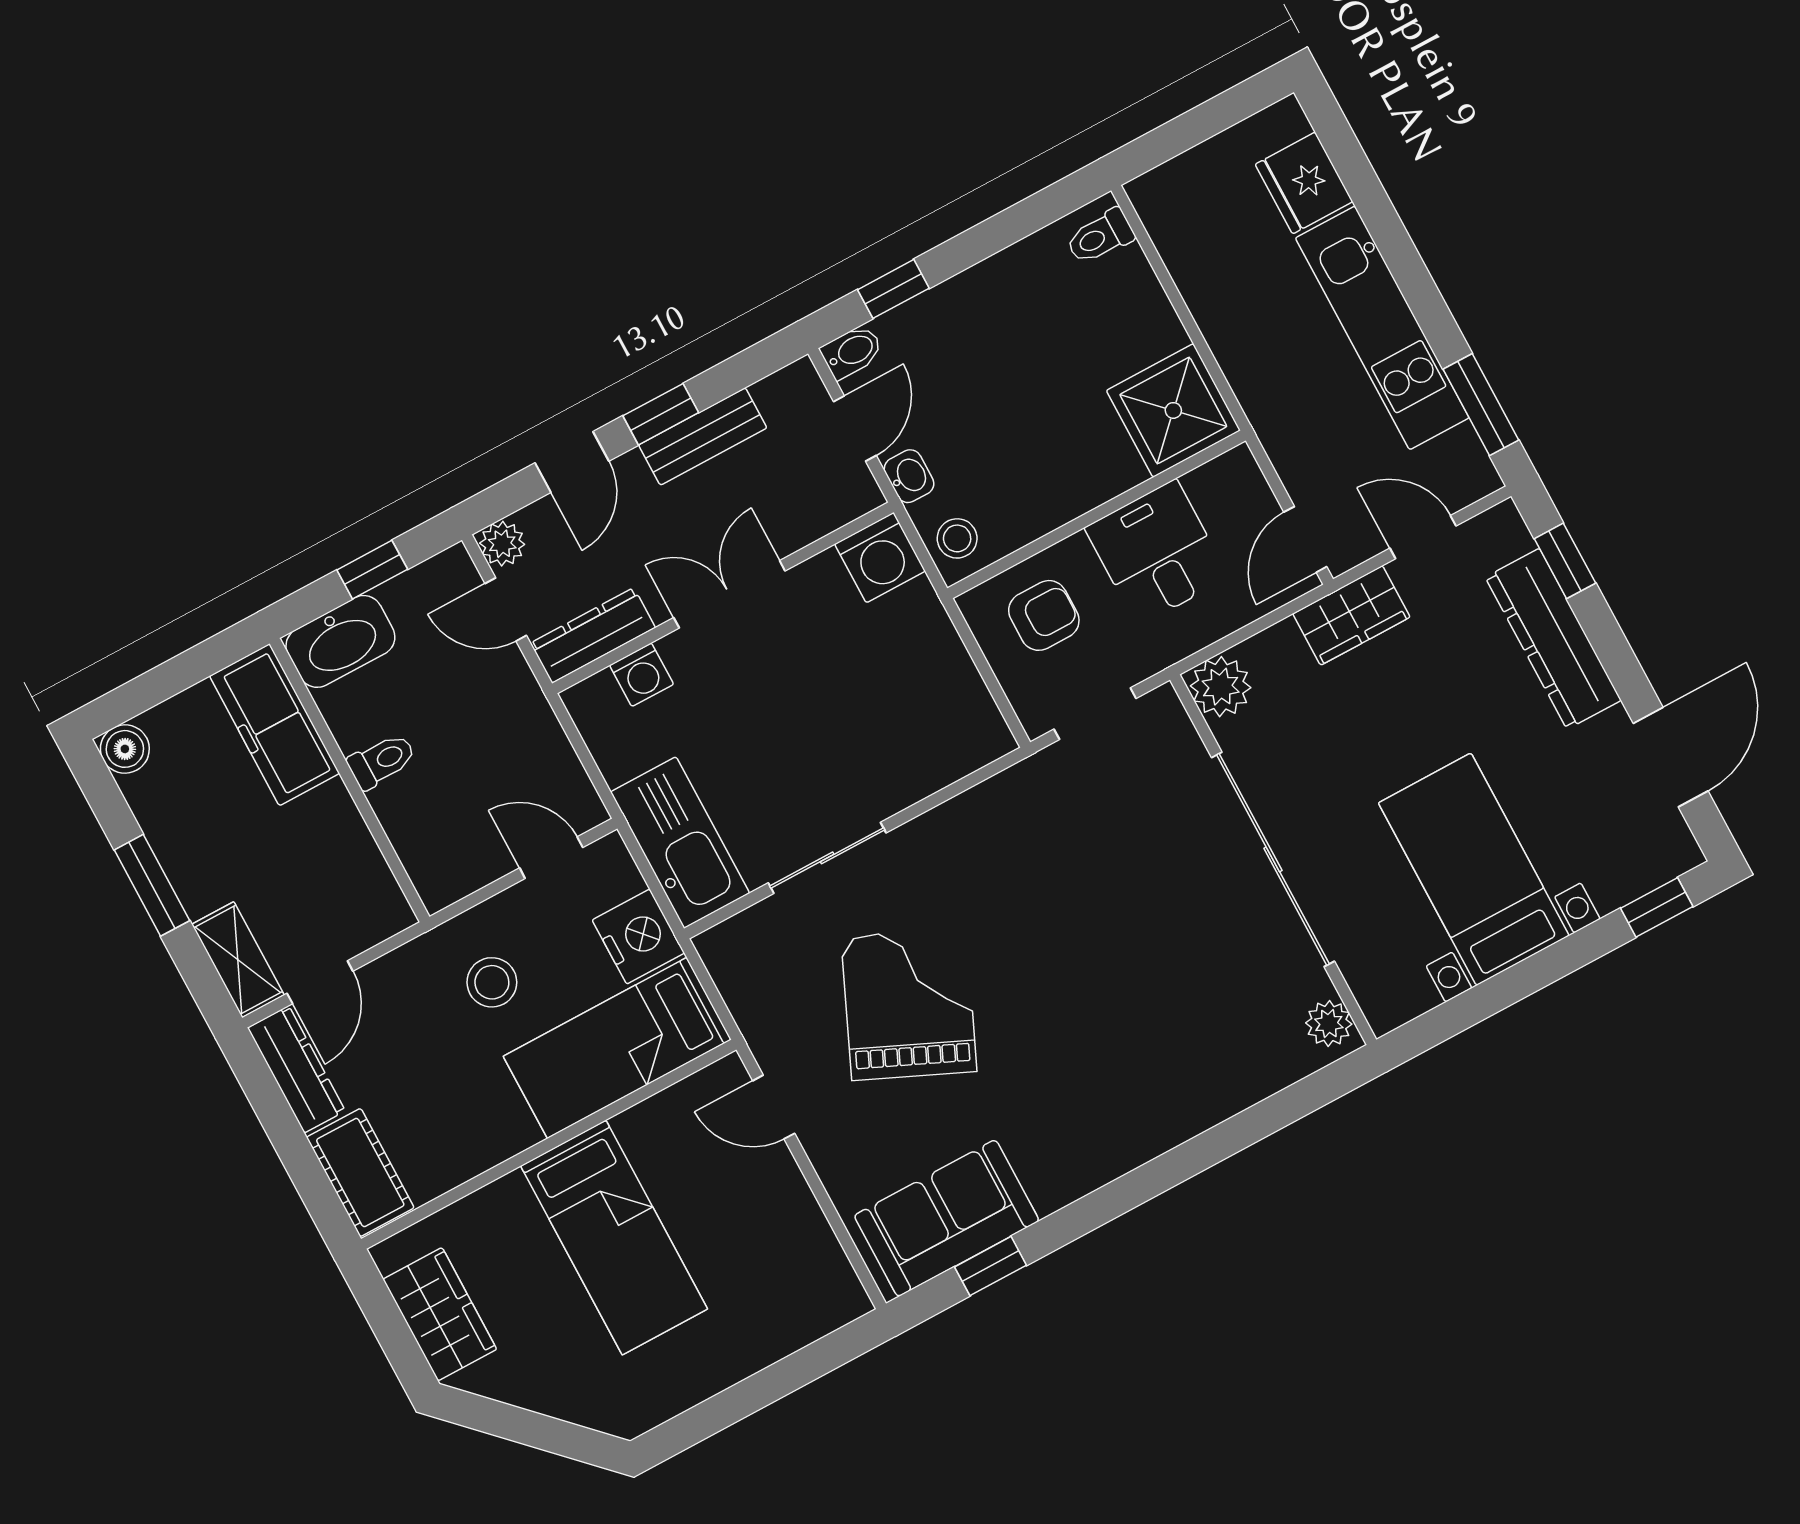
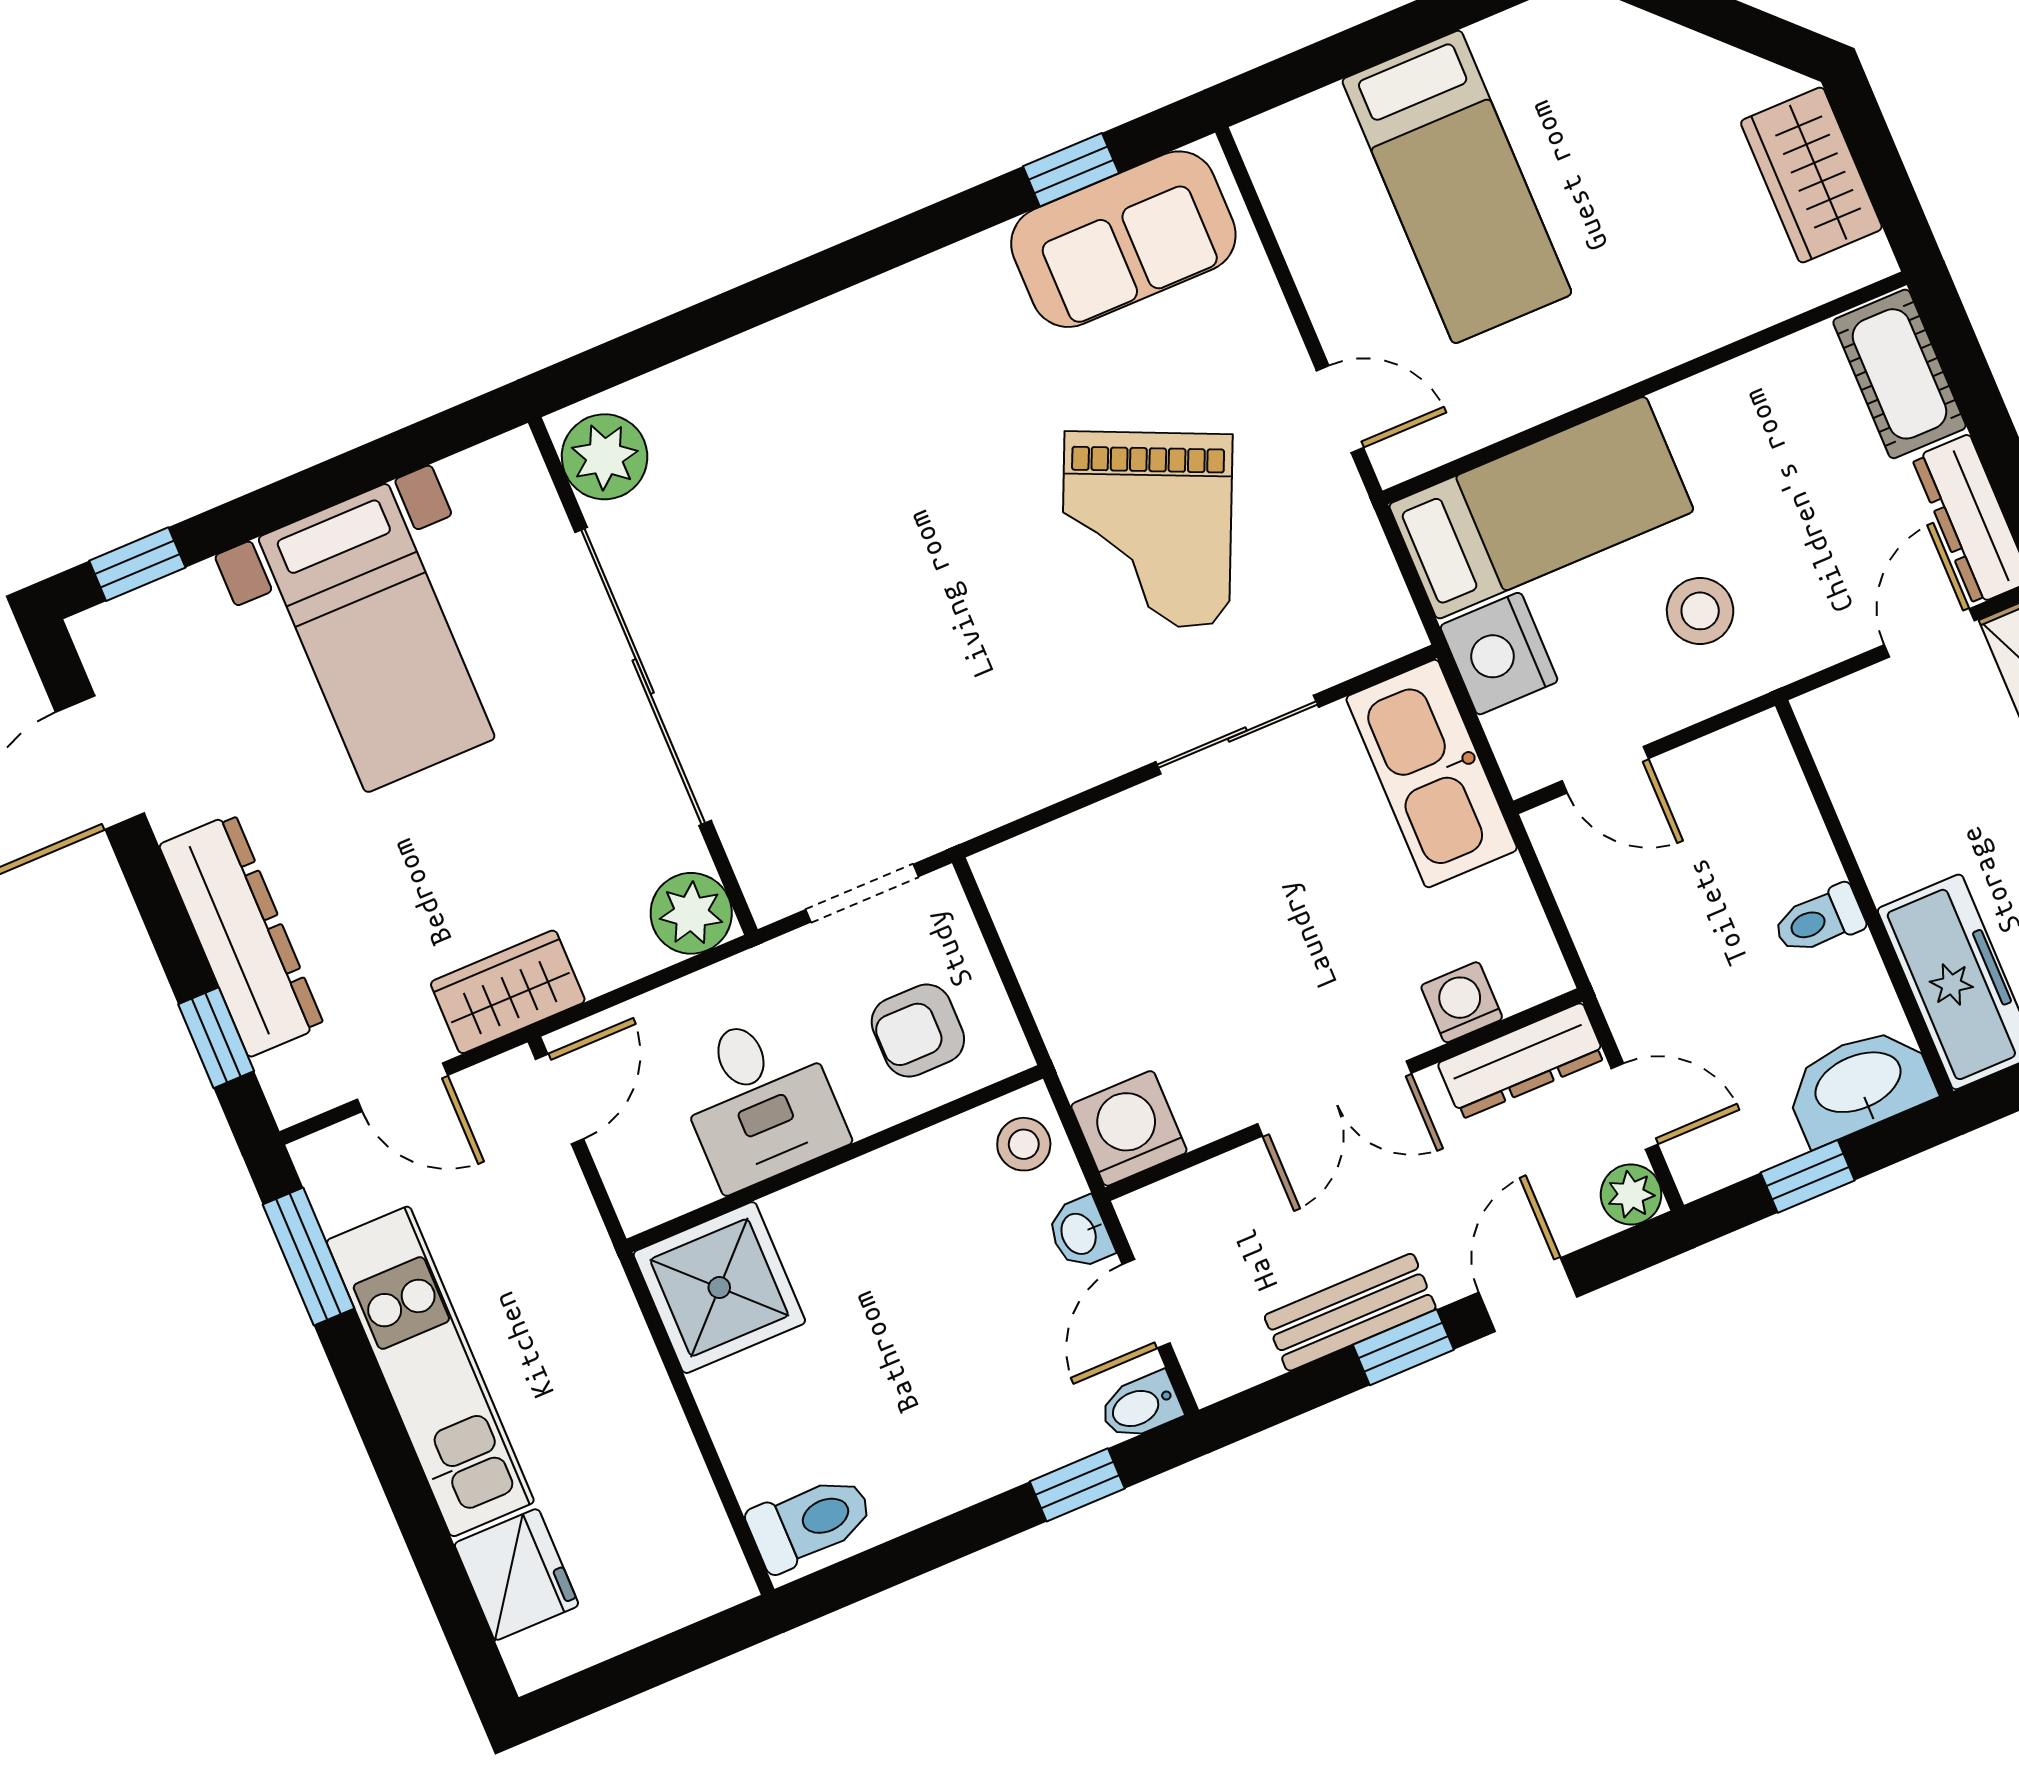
toilet: (1100, 237) -> (810, 1522), width x1.37, depth x1.39
plant: (1329, 1023) -> (605, 457), width x1.38, depth x1.38
bed: (614, 1237) -> (1457, 187), moved, turned 180

